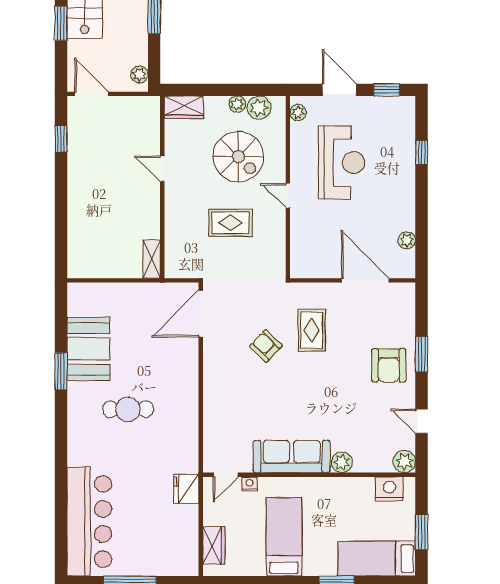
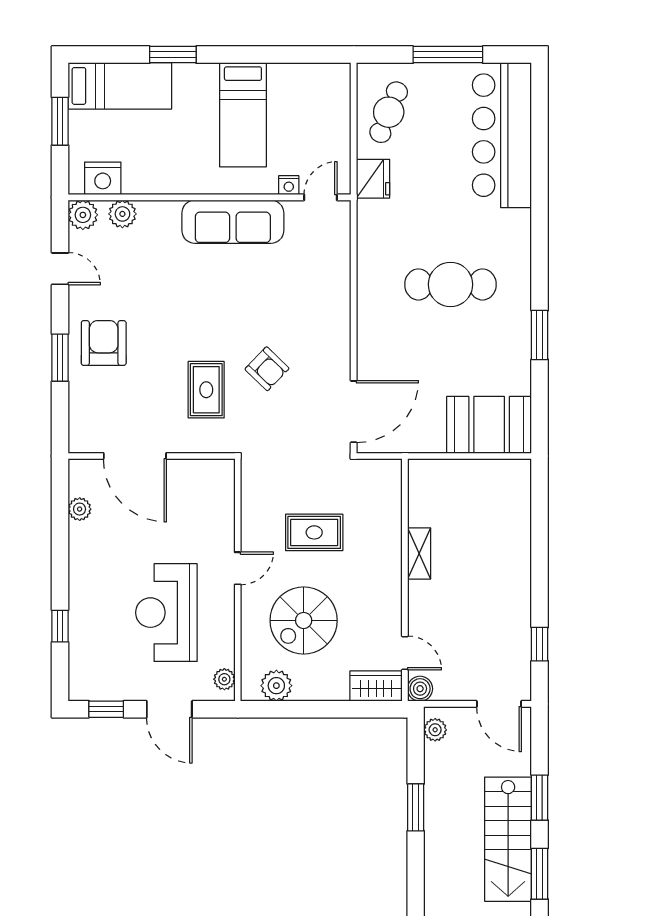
plant: (237, 104) -> (305, 690), removed
boiler: (151, 105) -> (420, 689), added
spiral stairs: (238, 157) -> (304, 620), turned -90
door: (162, 169) -> (405, 653), moved
door: (288, 196) -> (238, 568), hinge flipped
shelving: (152, 259) -> (419, 553), moved
booth: (88, 349) -> (489, 425), moved, turned 90
cafe table: (128, 409) -> (450, 284), width x1.37, depth x1.35
plant: (342, 462) -> (122, 214), moved
cafe table: (174, 539) -> (389, 112), added
wardrobe: (214, 545) -> (336, 103), removed

